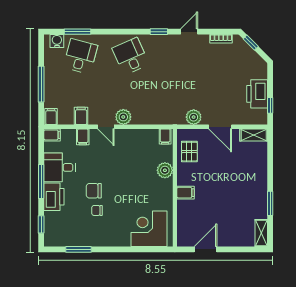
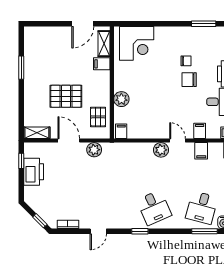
window: (159, 32) -> (140, 231), moved
pallet: (223, 173) -> (66, 96), added
chair: (94, 191) -> (189, 80), turned 180
filing cabinet: (186, 193) -> (102, 64), moved
shelving: (261, 233) -> (104, 44), moved

